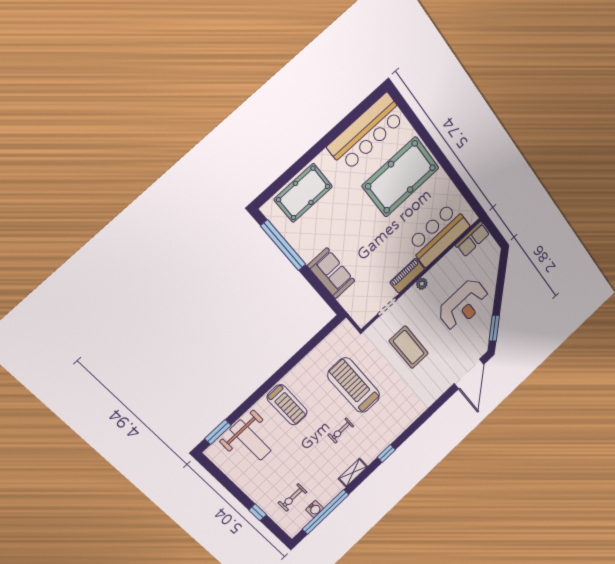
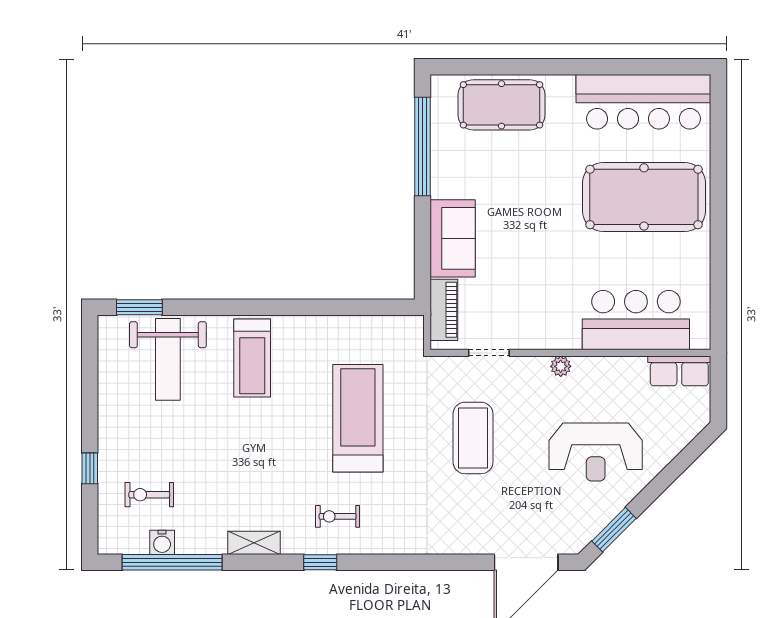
piano: (407, 276) -> (444, 310), moved, turned 90
exercise bike: (341, 431) -> (338, 516), moved

